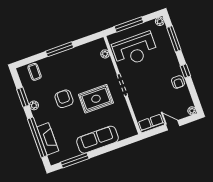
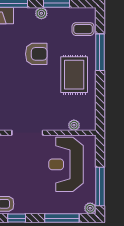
window: (129, 25) -> (100, 186), moved
window: (60, 49) -> (100, 52), moved
rug: (96, 99) -> (74, 75), moved

